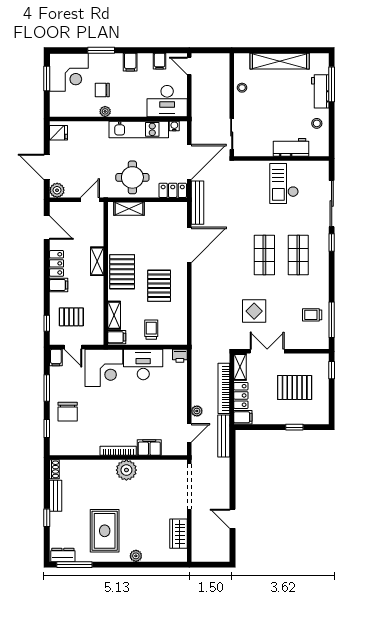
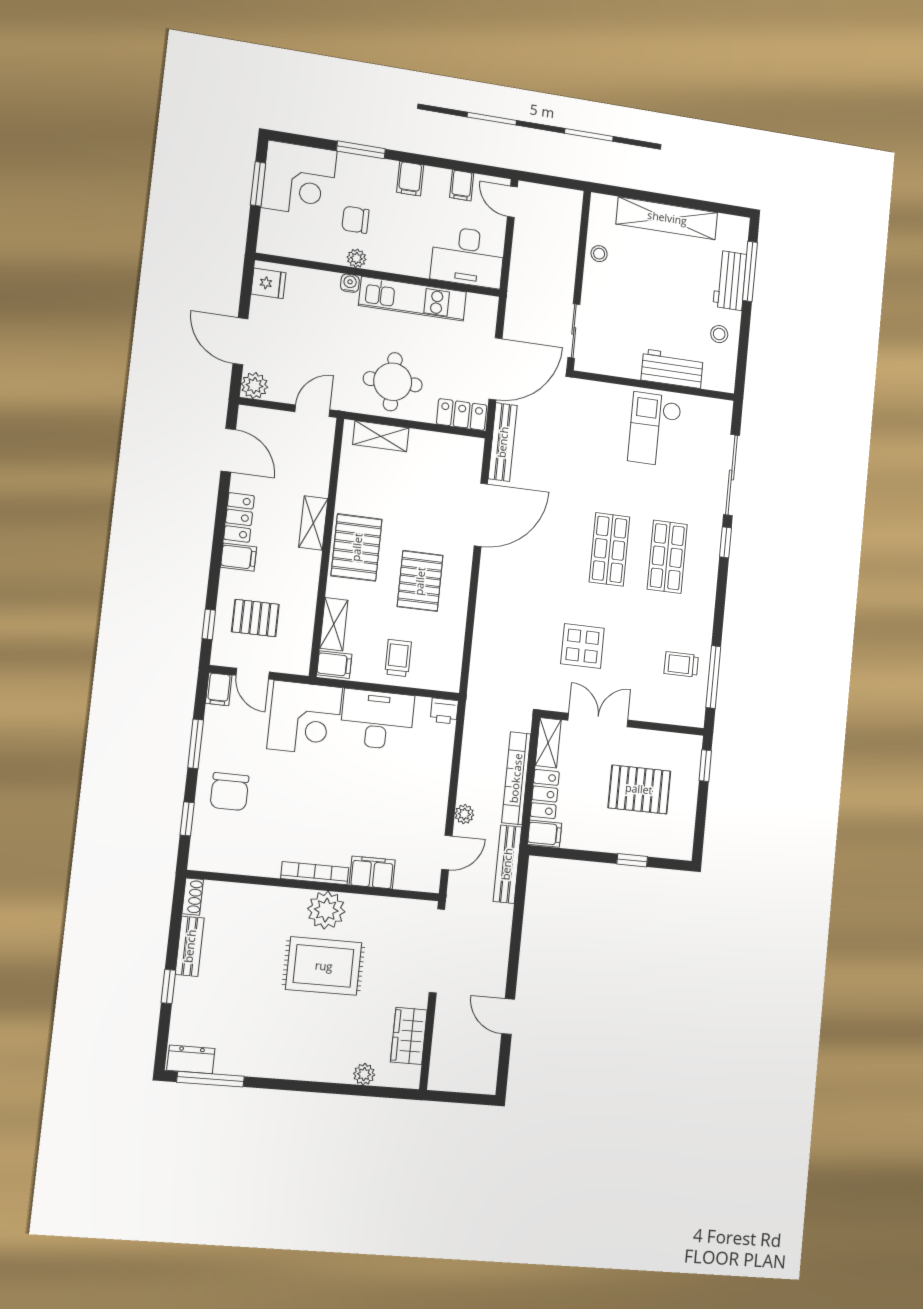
water cooler: (174, 126) -> (350, 283), moved
rug: (105, 531) -> (324, 966), moved, turned 90
plant: (136, 556) -> (364, 1074), moved

